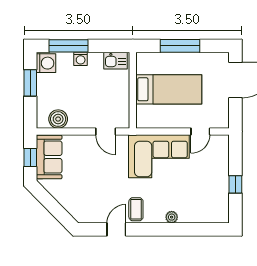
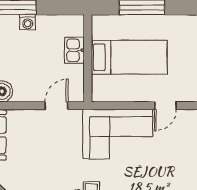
kitchen sink: (115, 61) -> (74, 50), moved, turned 90
door: (106, 131) -> (56, 106), swing flipped

